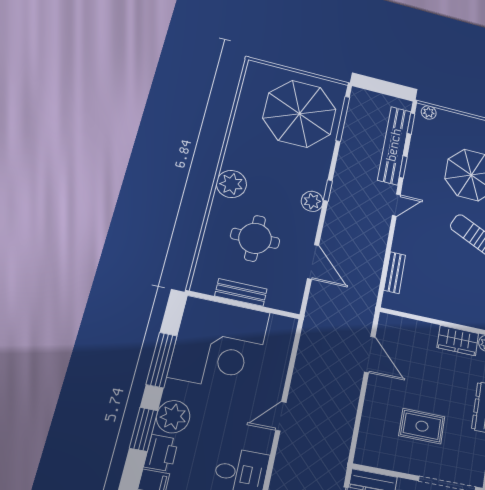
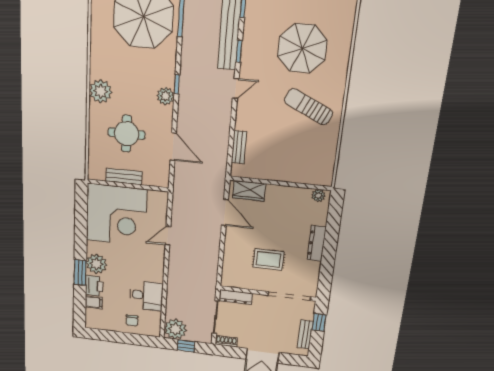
wardrobe: (458, 341) -> (249, 191), moved
window: (162, 360) -> (81, 229), removed
door: (281, 416) -> (168, 236), moved

